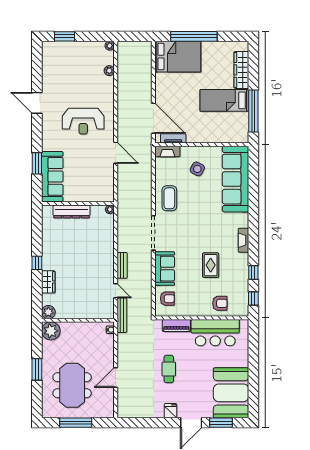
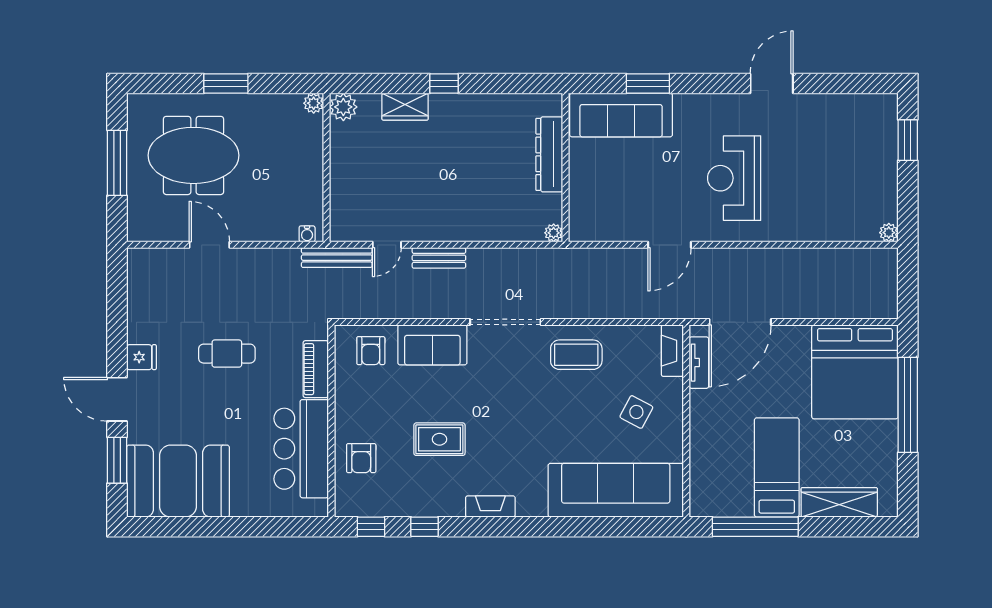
bed: (178, 57) -> (855, 372), width x1.36
plant: (109, 71) -> (838, 232), removed
plant: (51, 331) -> (314, 103), width x0.53, depth x0.53

